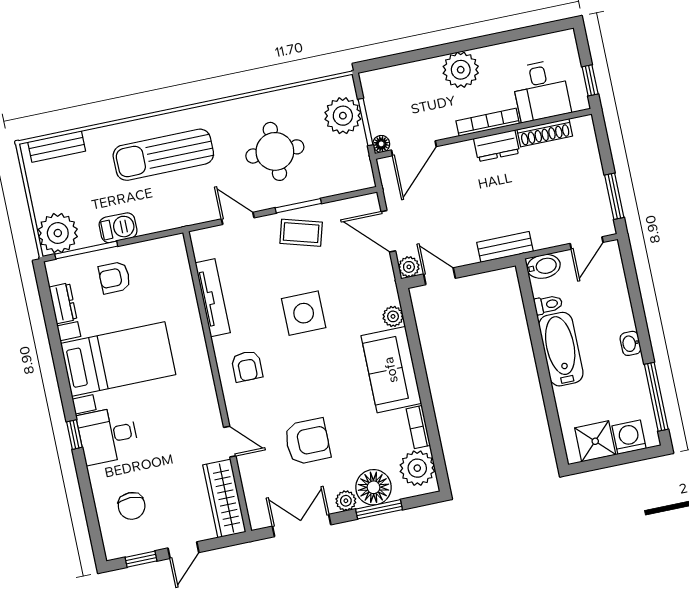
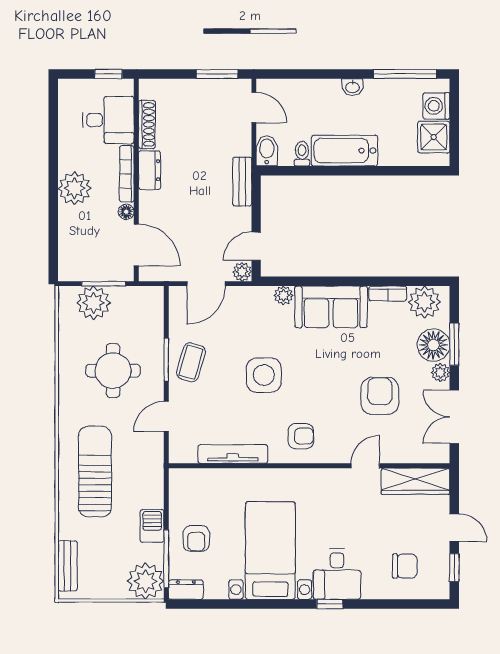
floor lamp: (381, 144) -> (126, 212), moved
sun lounger: (163, 155) -> (95, 472), turned 180
dresser: (63, 303) -> (186, 590), moved

